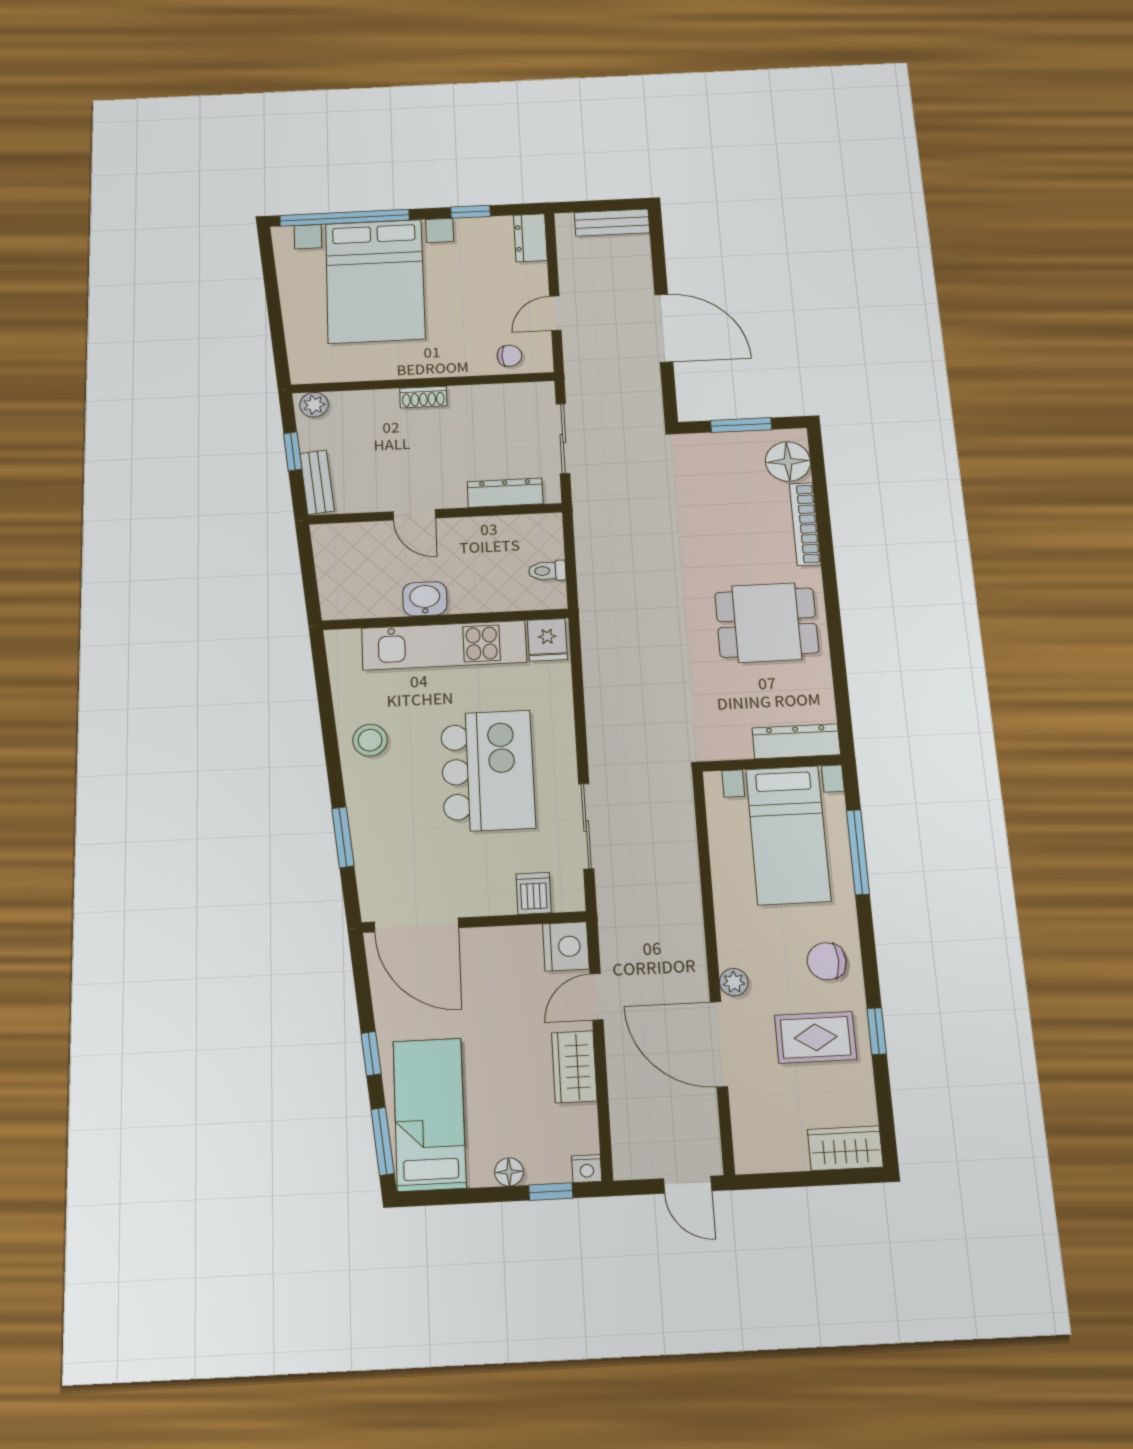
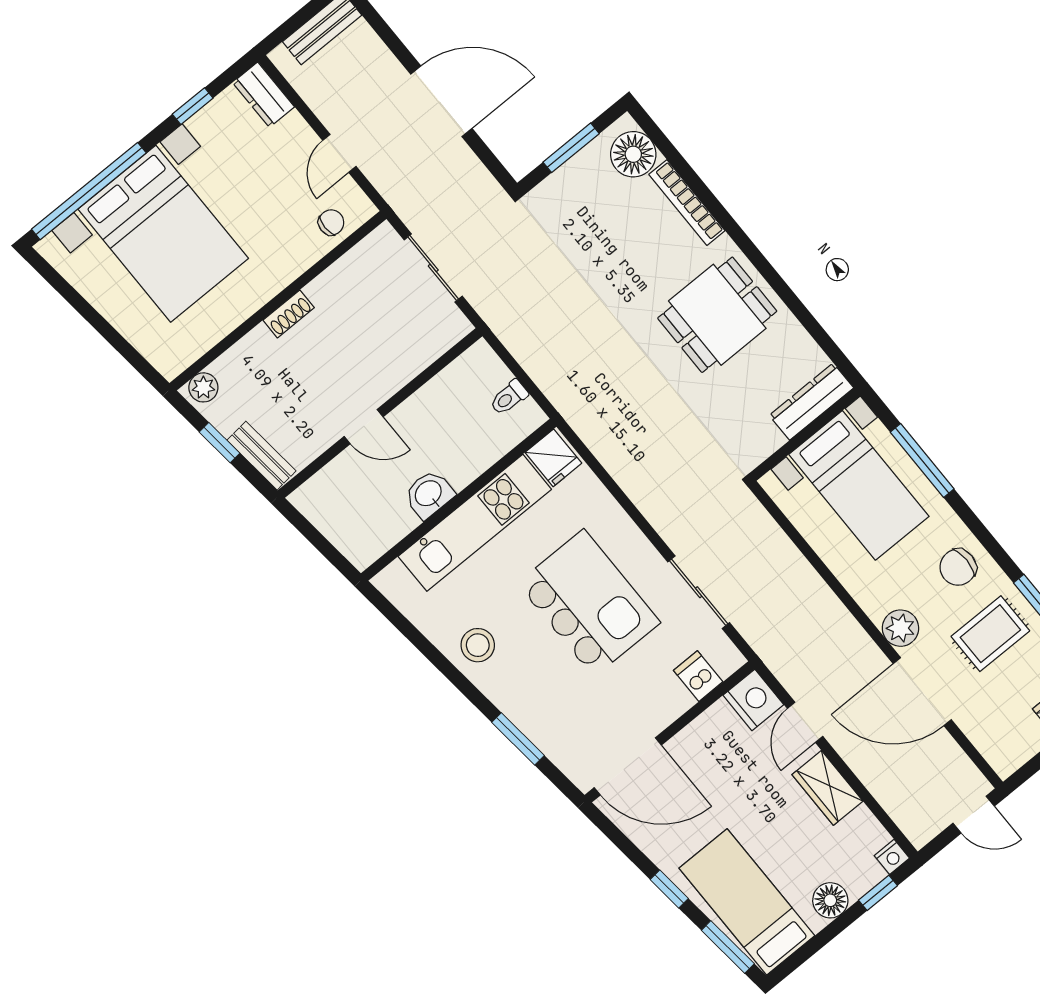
dresser: (505, 493) -> (423, 352), removed
plant: (734, 982) -> (900, 628), width x1.38, depth x1.38
floor lamp: (509, 1172) -> (830, 900), width x1.37, depth x1.37

